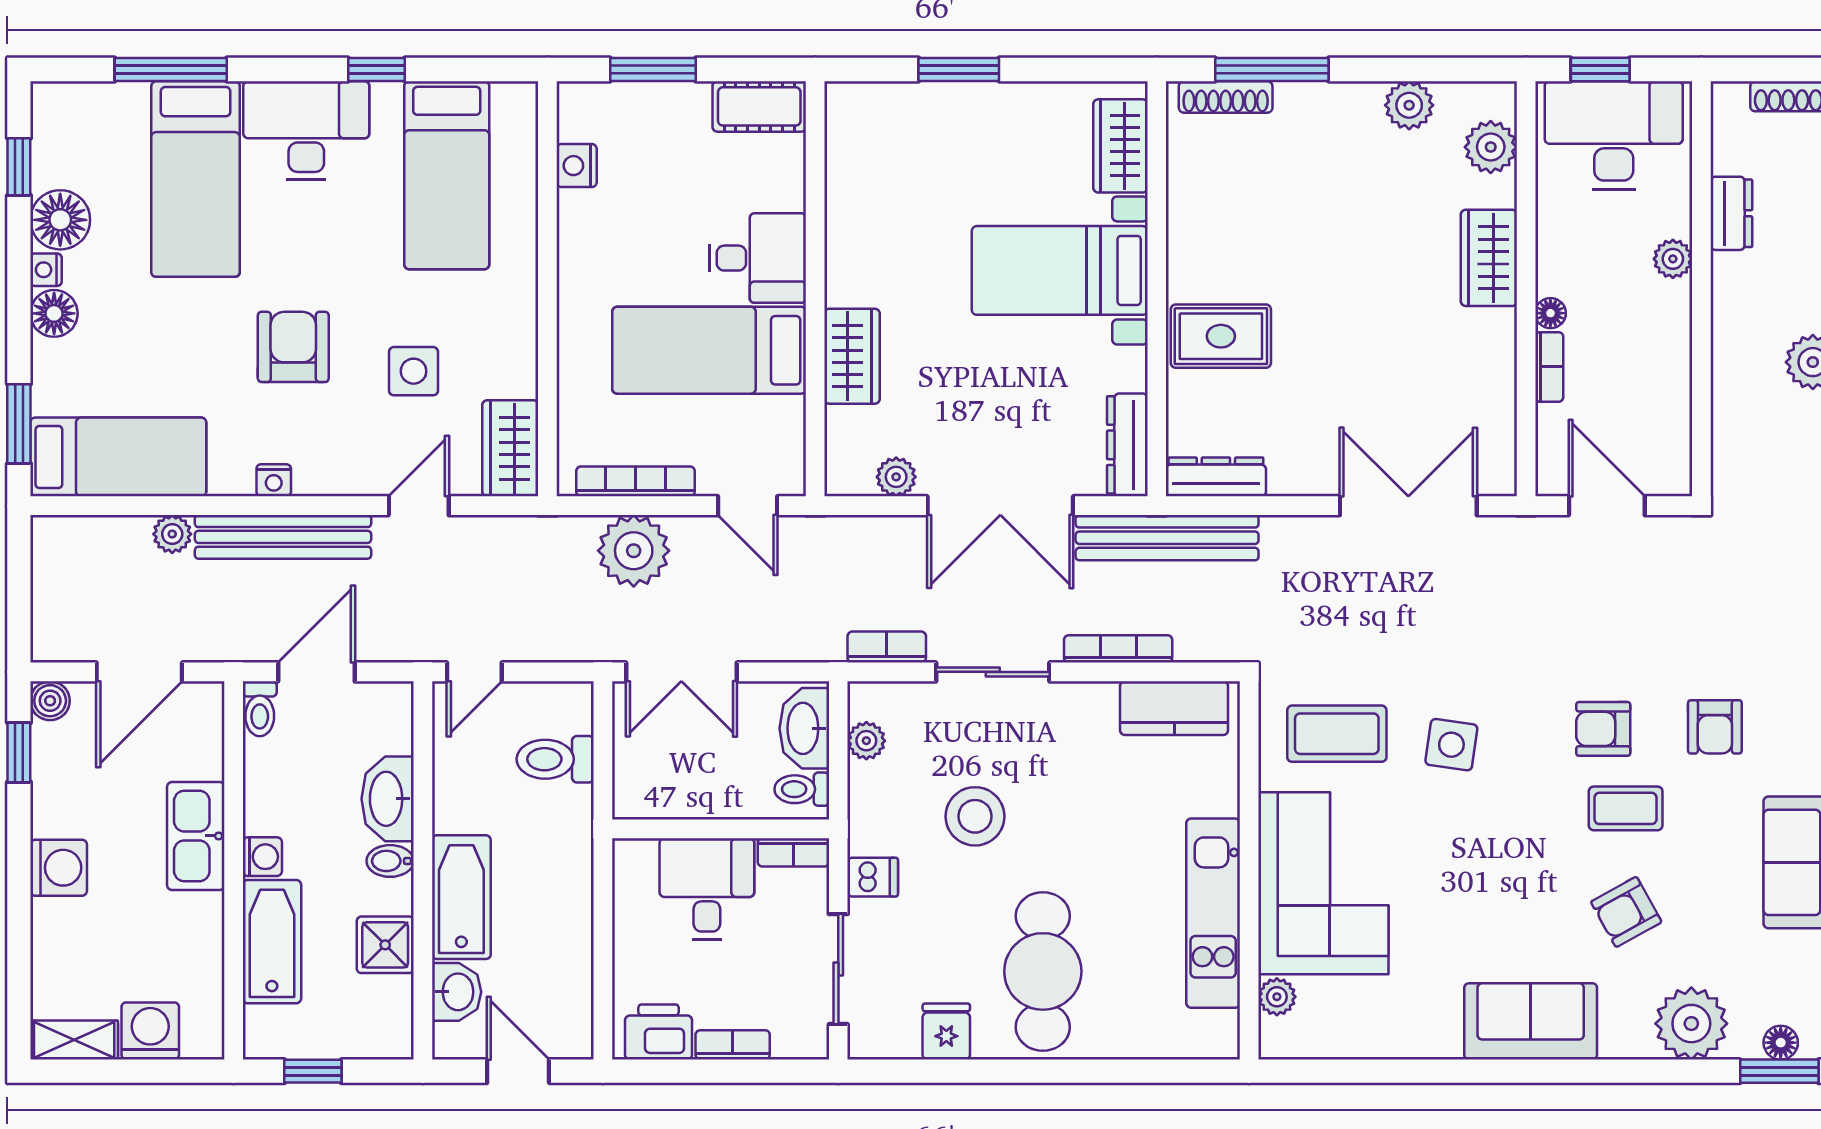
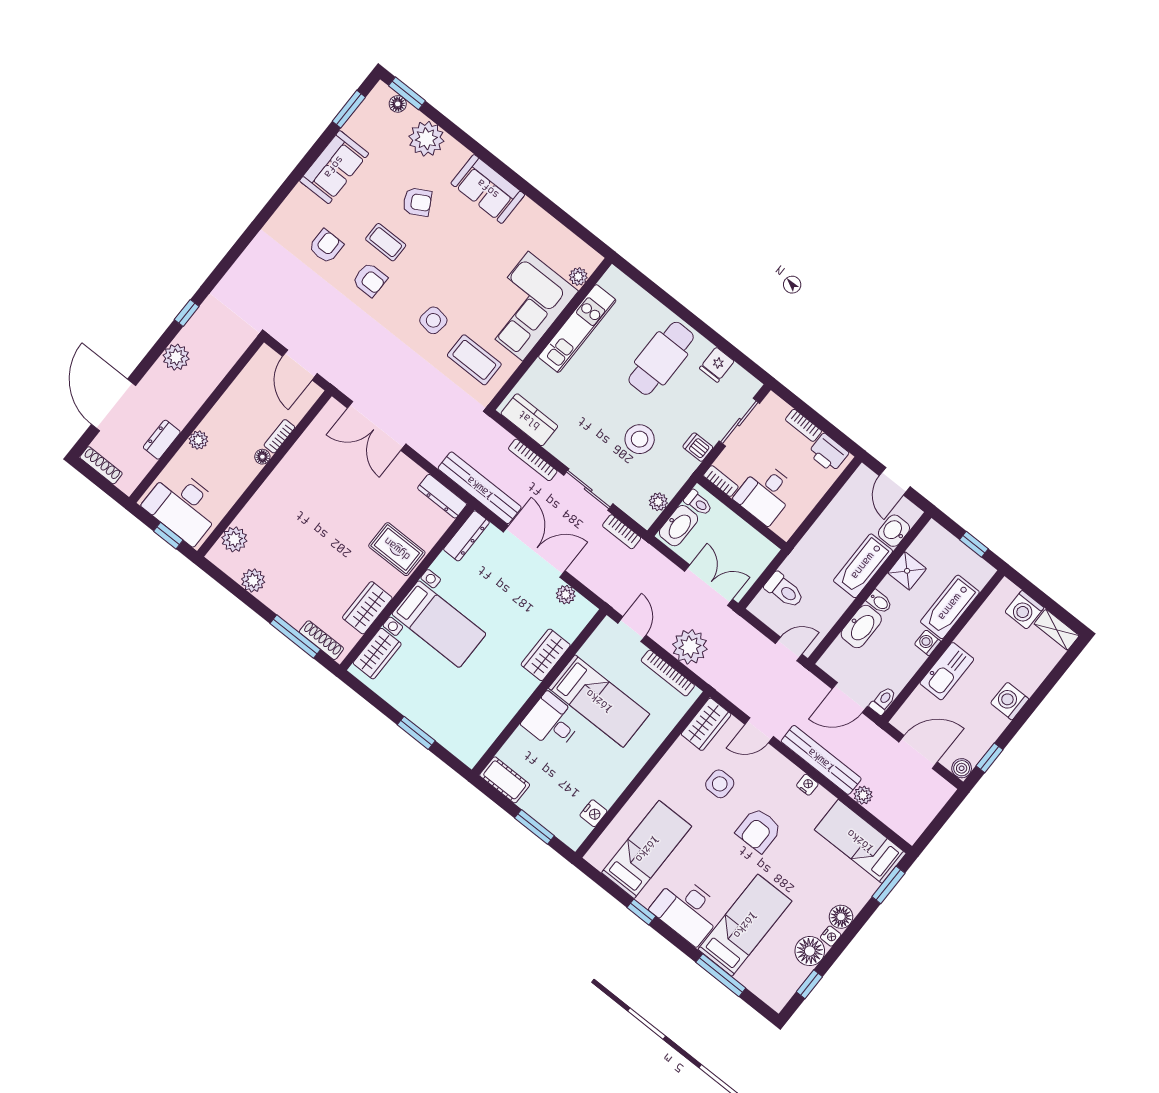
wardrobe: (1489, 258) -> (367, 608), moved, turned 180

